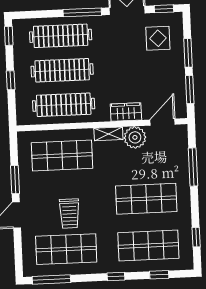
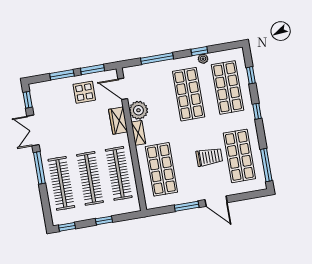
display table: (158, 38) -> (84, 92), moved
plant: (186, 221) -> (203, 59), added
window: (196, 237) -> (199, 51), moved

